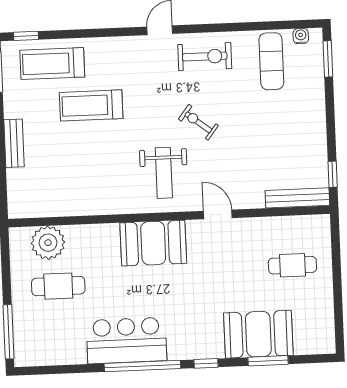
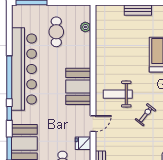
fridge: (253, 231) -> (83, 143), added
plant: (48, 243) -> (85, 27), width x0.53, depth x0.53
bar counter: (126, 340) -> (24, 69), width x1.86

